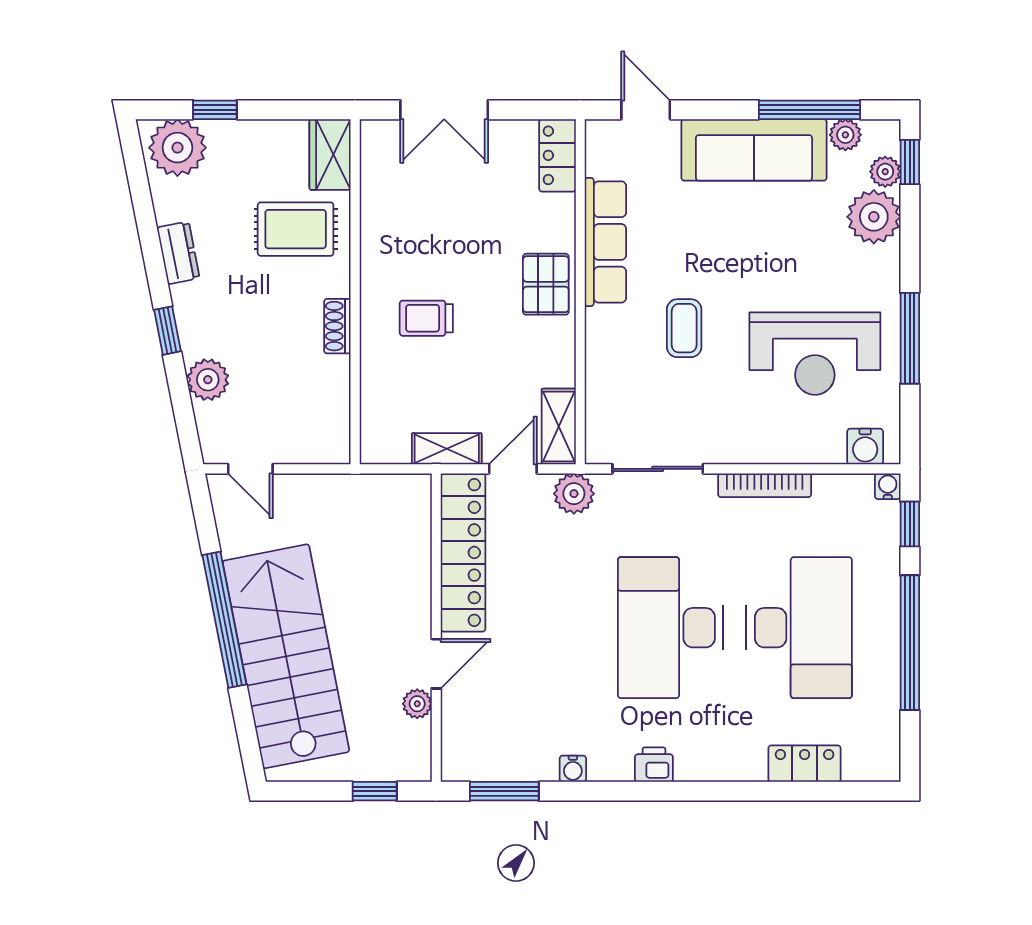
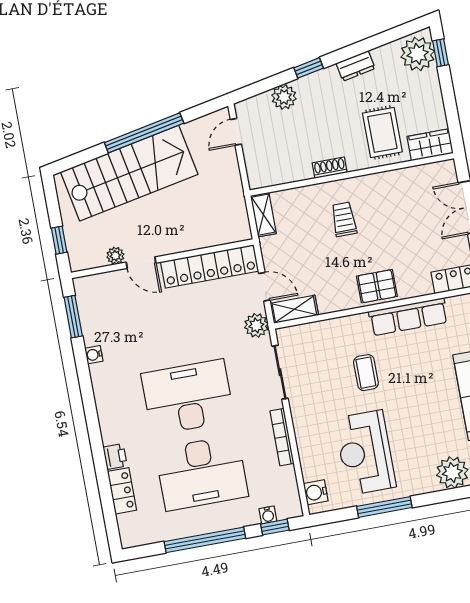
window: (215, 110) -> (441, 53), moved
coffee table: (684, 328) -> (366, 373), turned 90
shelving: (447, 449) -> (263, 215), moved
water cooler: (888, 486) -> (268, 515), moved, turned 90
printer: (654, 765) -> (115, 457), moved

